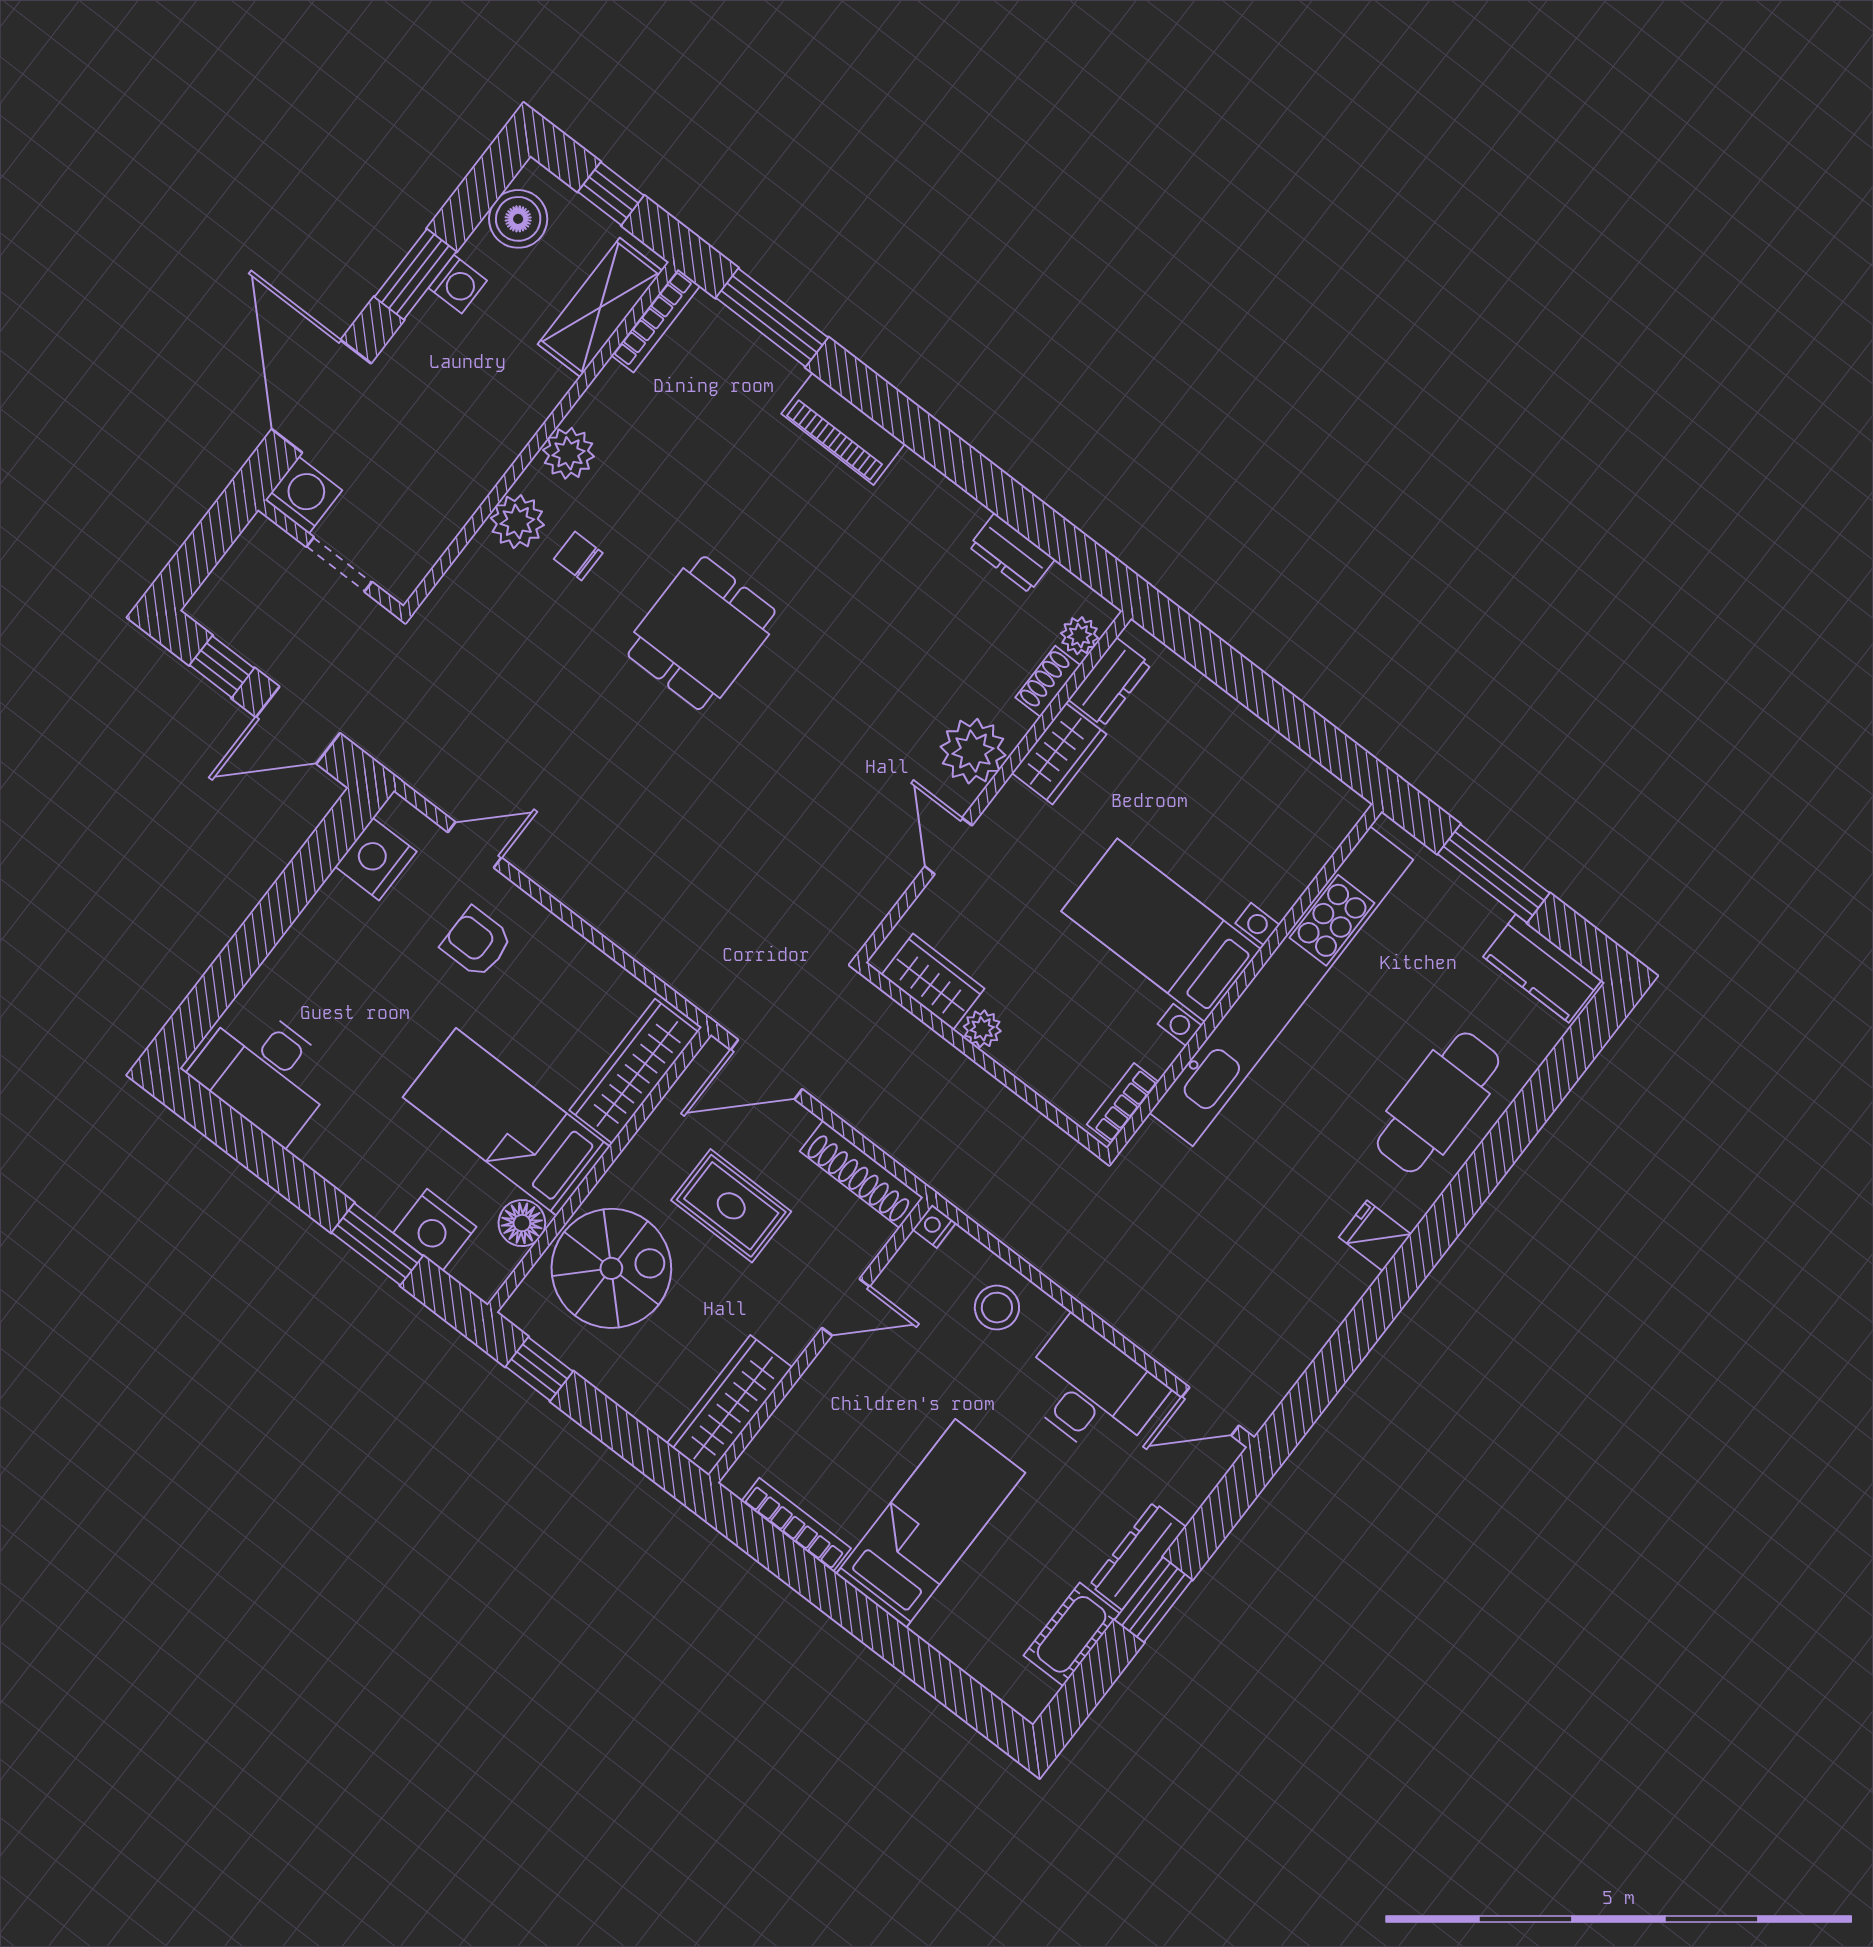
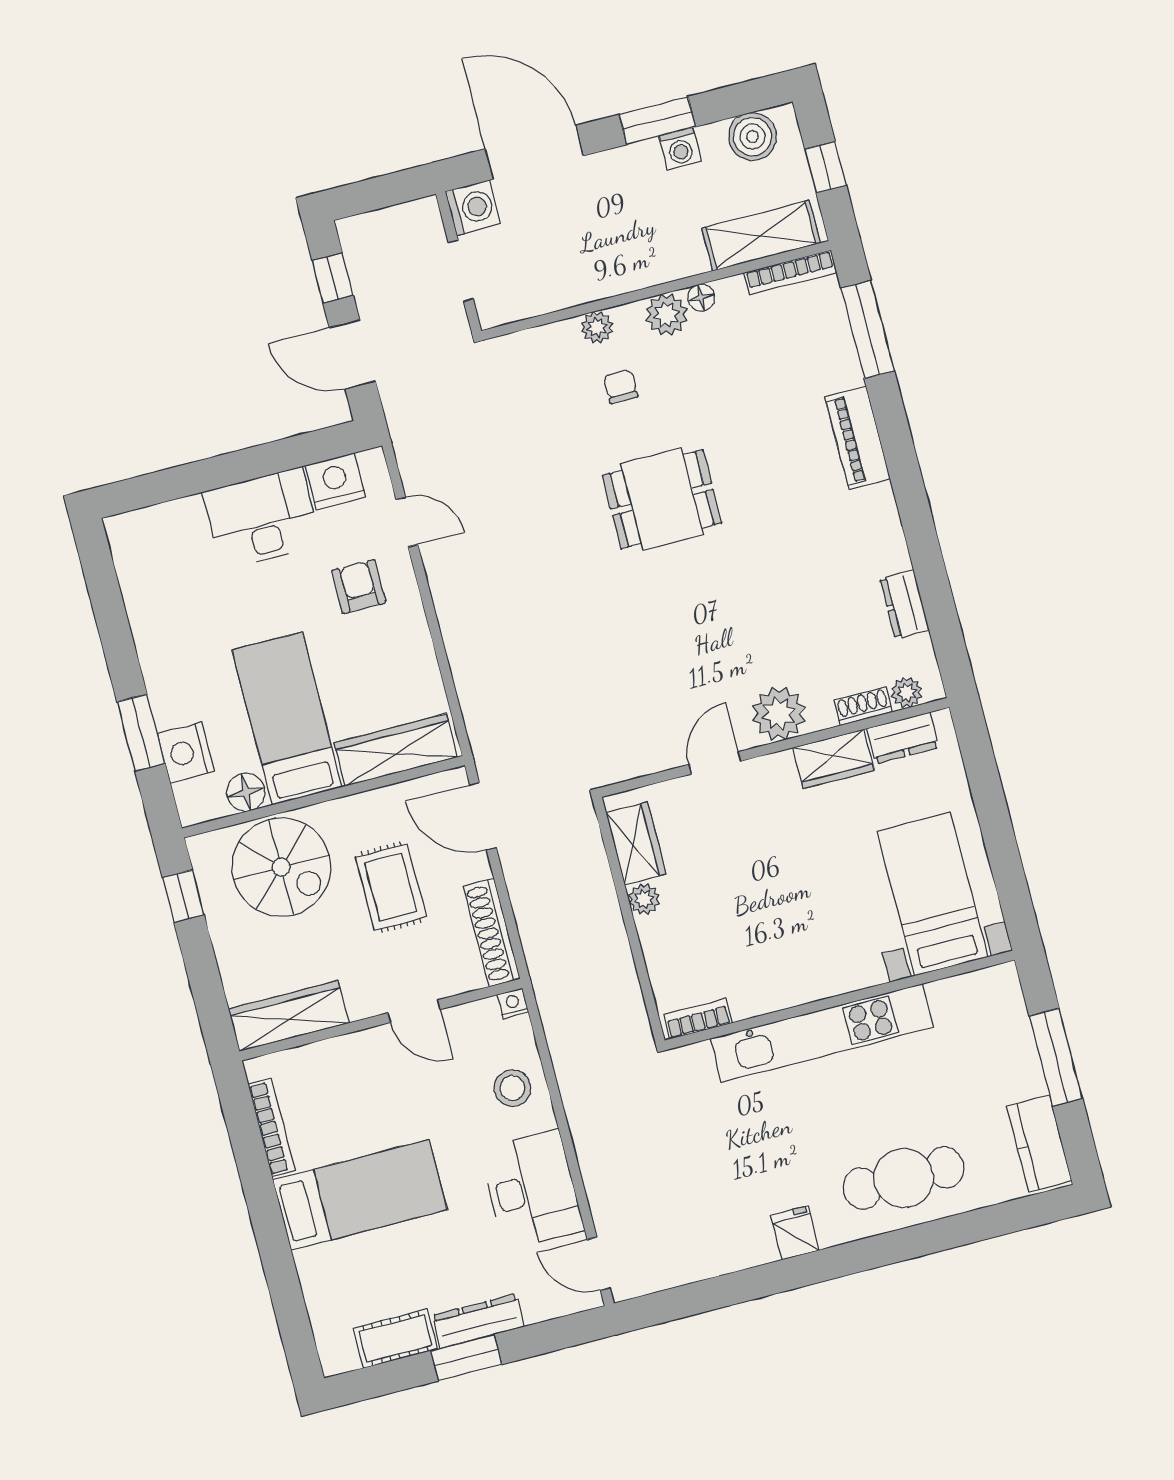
door: (321, 396) -> (534, 152), hinge flipped
floor lamp: (589, 411) -> (701, 298), added
plant: (517, 522) -> (597, 327), width x0.73, depth x0.73
bed with nightstands: (1161, 930) -> (932, 894), moved
kitchen unit: (1281, 986) -> (822, 1033), width x0.73
desk: (265, 1072) -> (262, 519), moved, turned 90

